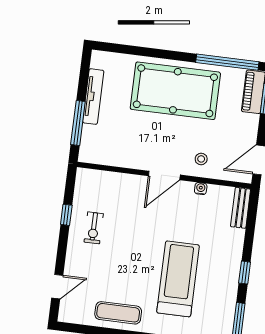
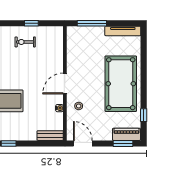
window: (227, 62) -> (144, 115), width x0.32
tv unit: (93, 97) -> (123, 31), moved
door: (164, 175) -> (65, 83), hinge flipped

